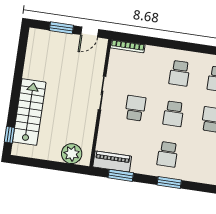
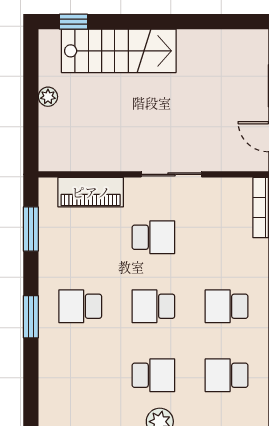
plant: (72, 154) -> (48, 97), moved, width x0.53, depth x0.53
piano: (112, 162) -> (91, 192), moved, turned 90

